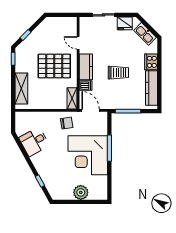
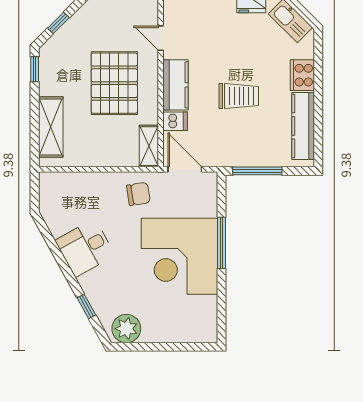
pallet: (54, 66) -> (114, 83), turned 90
desk: (34, 142) -> (85, 248), moved
plant: (81, 192) -> (126, 329), moved

